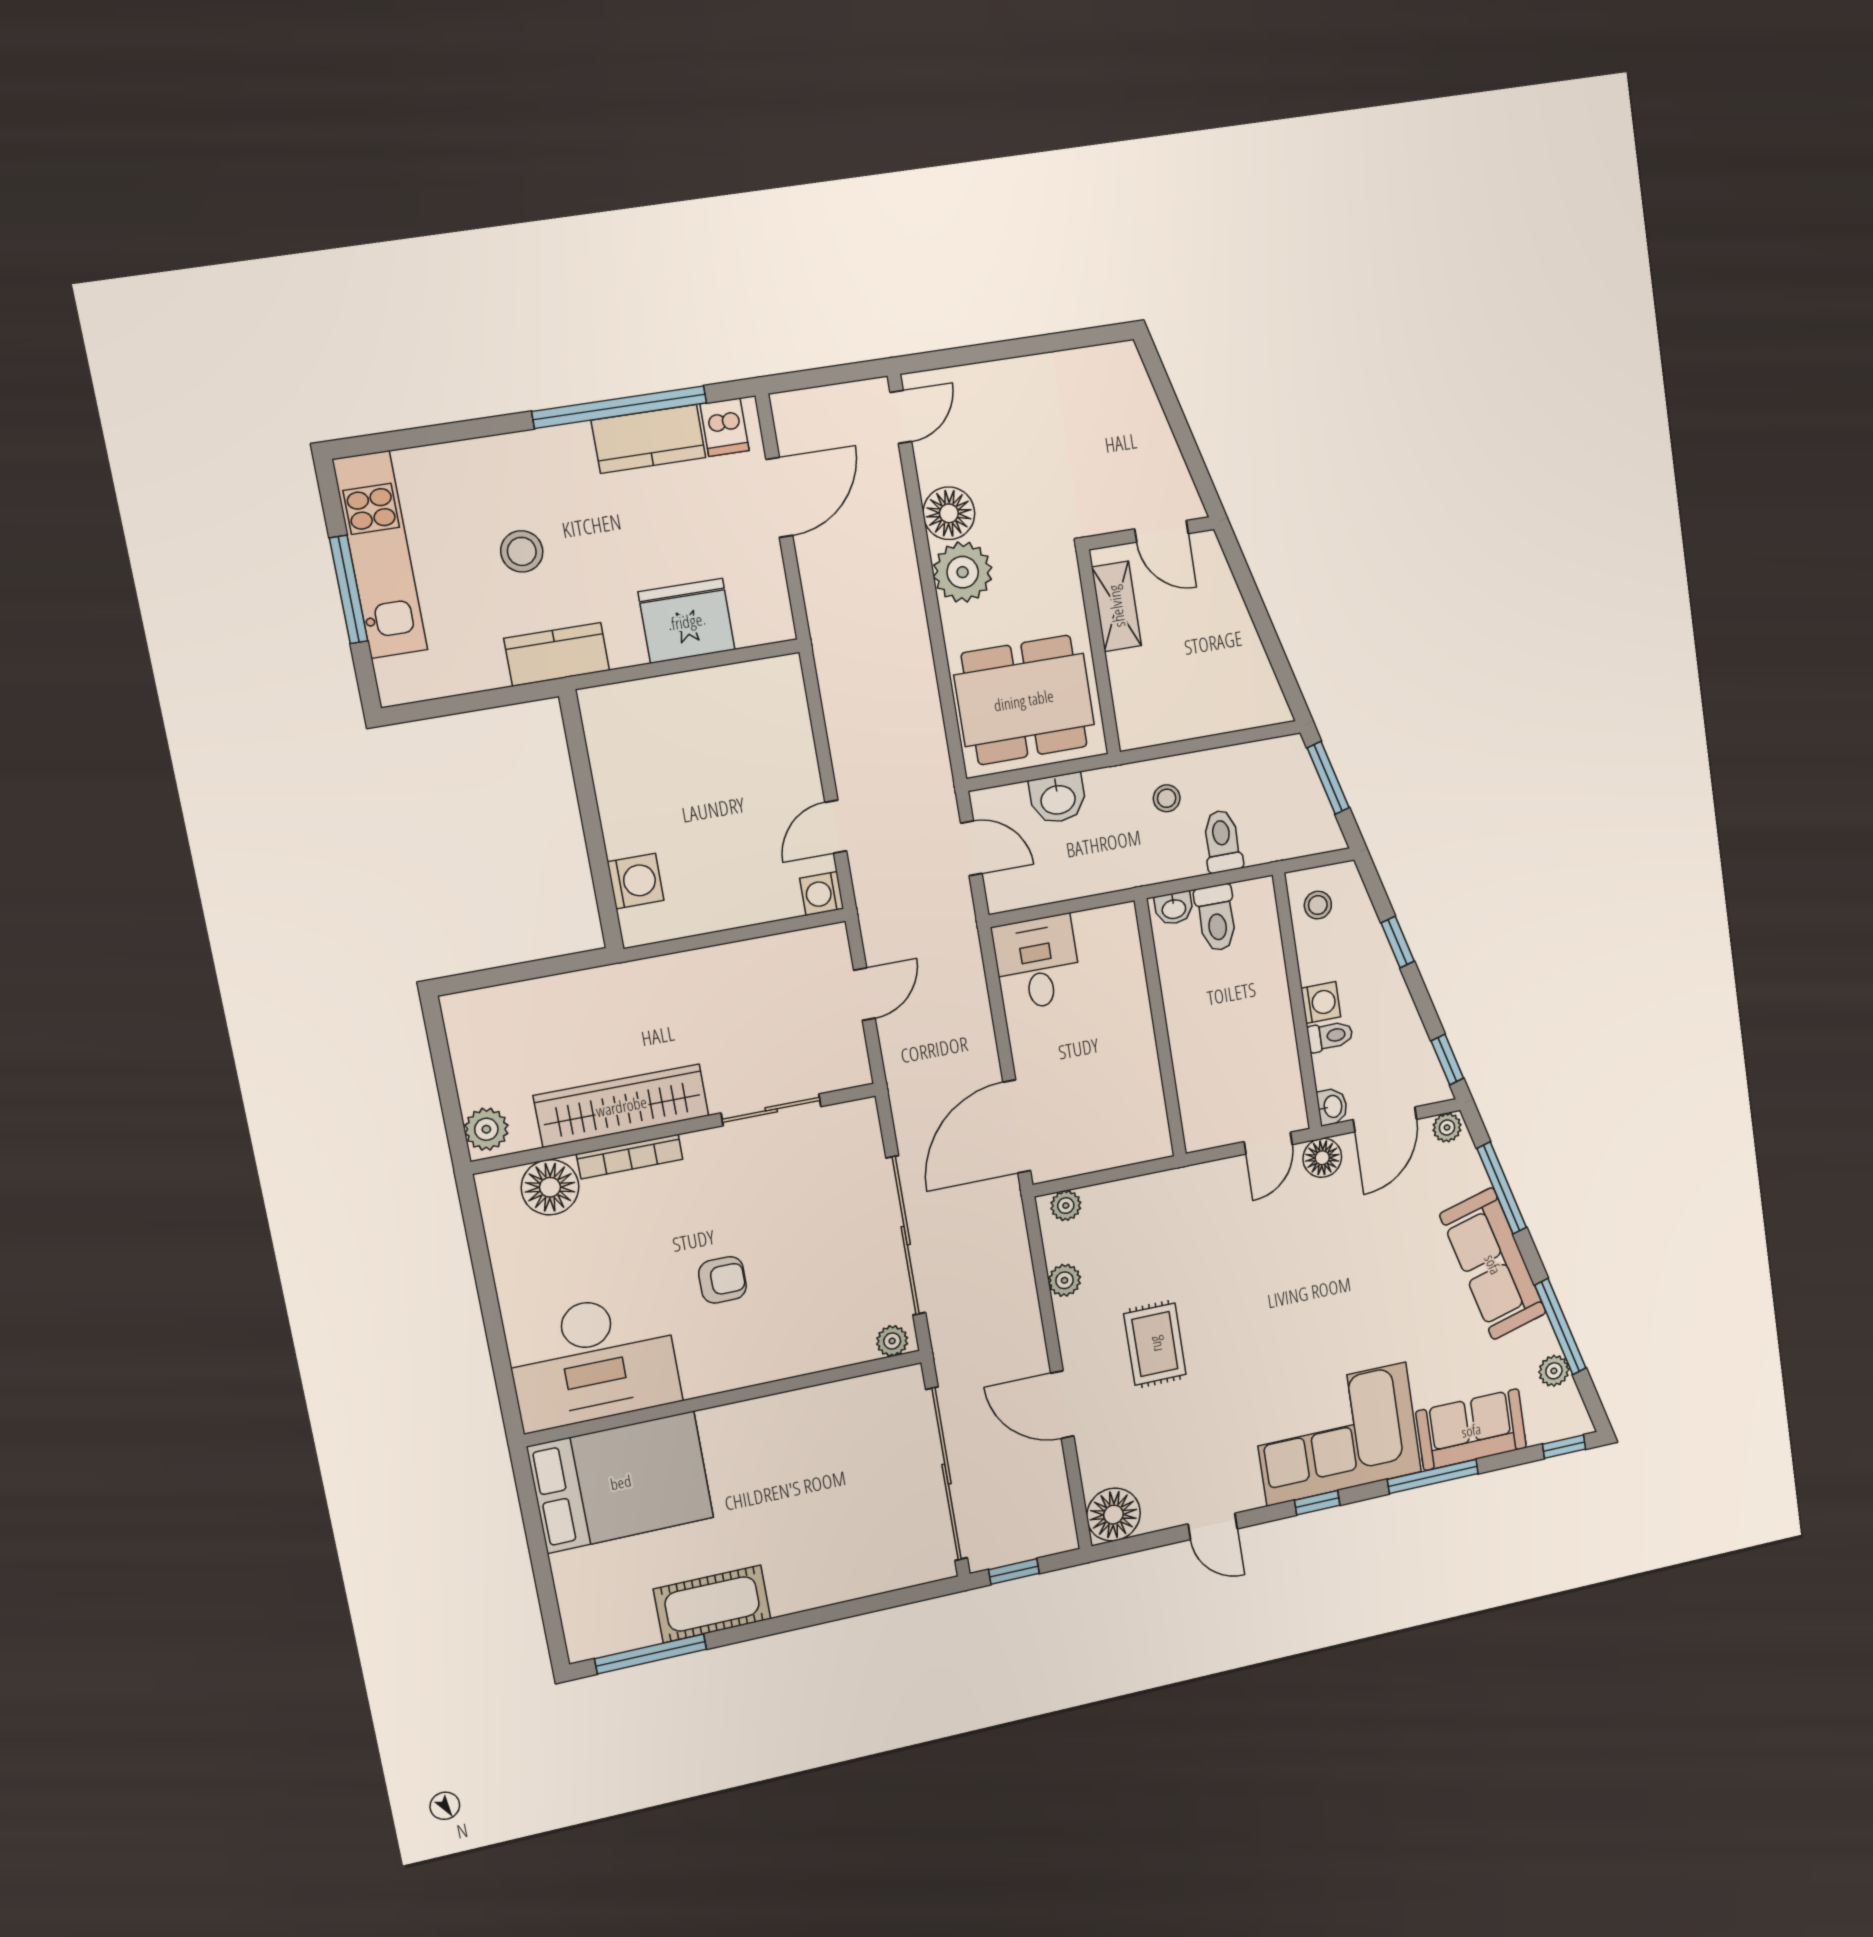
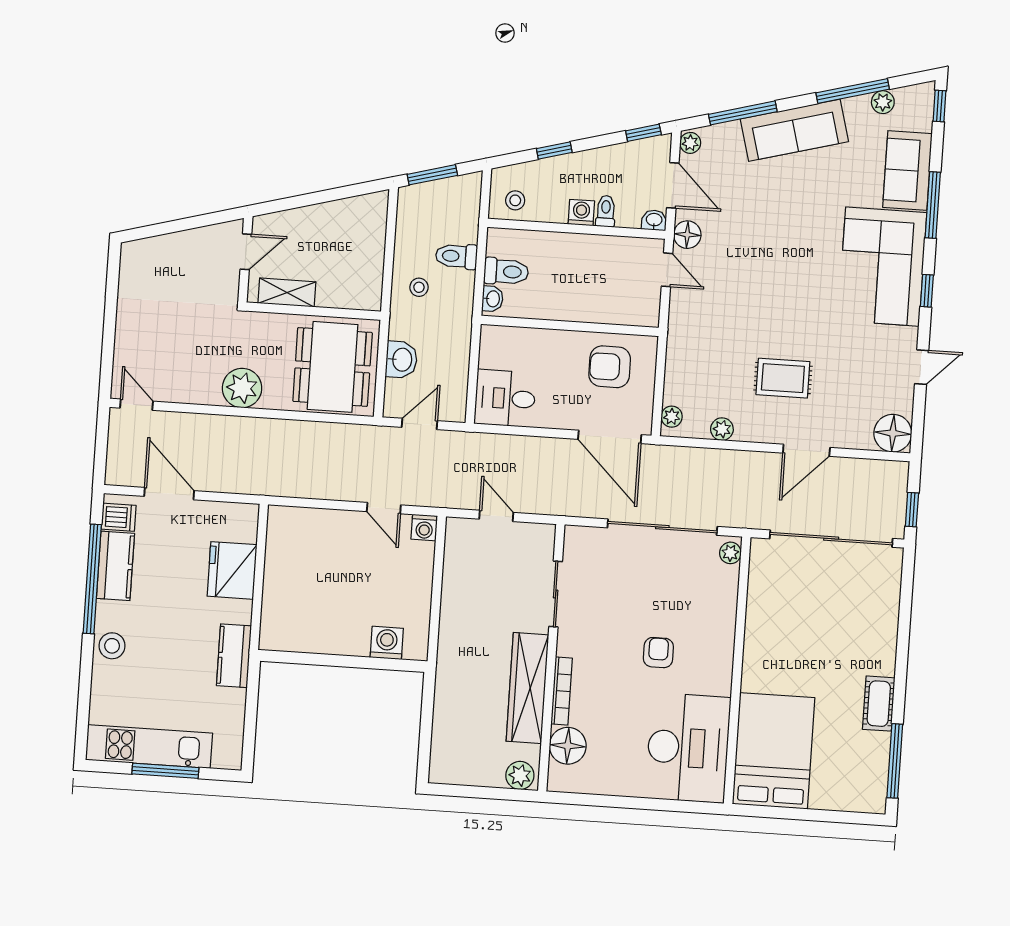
floor lamp: (949, 513) -> (203, 388), removed
stool: (522, 551) -> (112, 646), moved
armchair: (1116, 1100) -> (610, 367), added
cot: (712, 1604) -> (879, 704), width x0.73, depth x0.75

